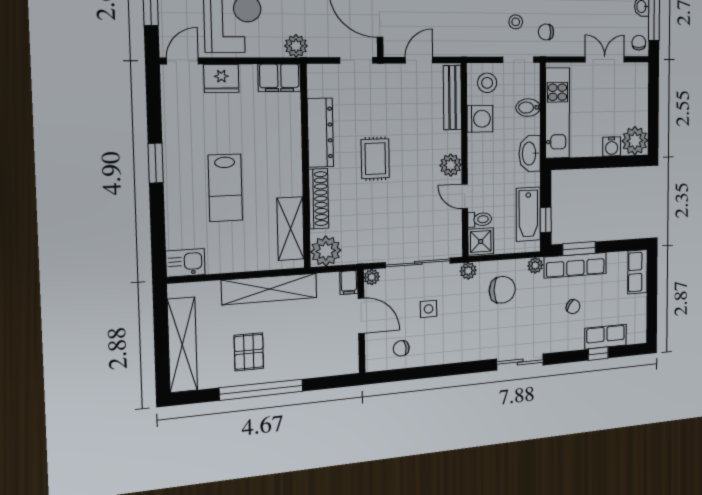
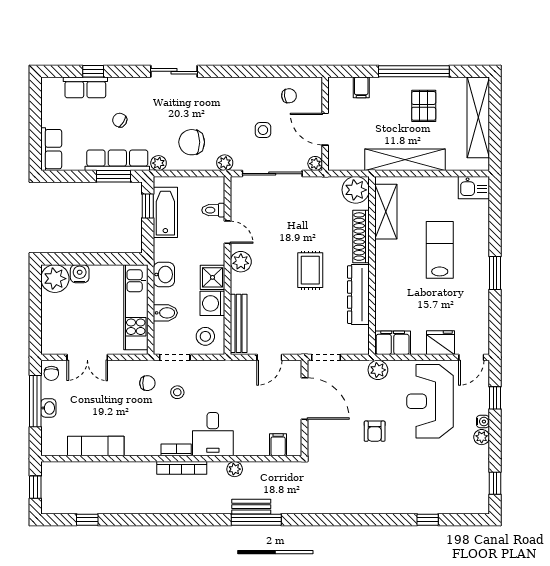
washbasin: (530, 154) -> (164, 274), width x0.72
shower: (481, 241) -> (213, 277), moved
filing cabinet: (349, 282) -> (361, 87), moved, turned 180

